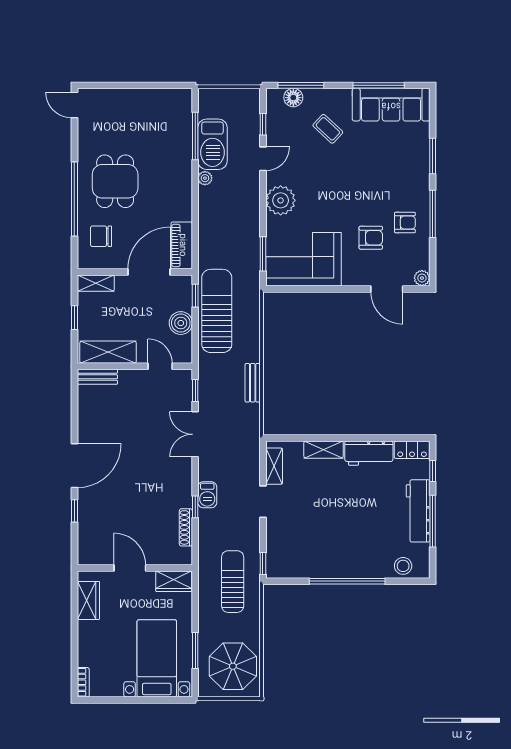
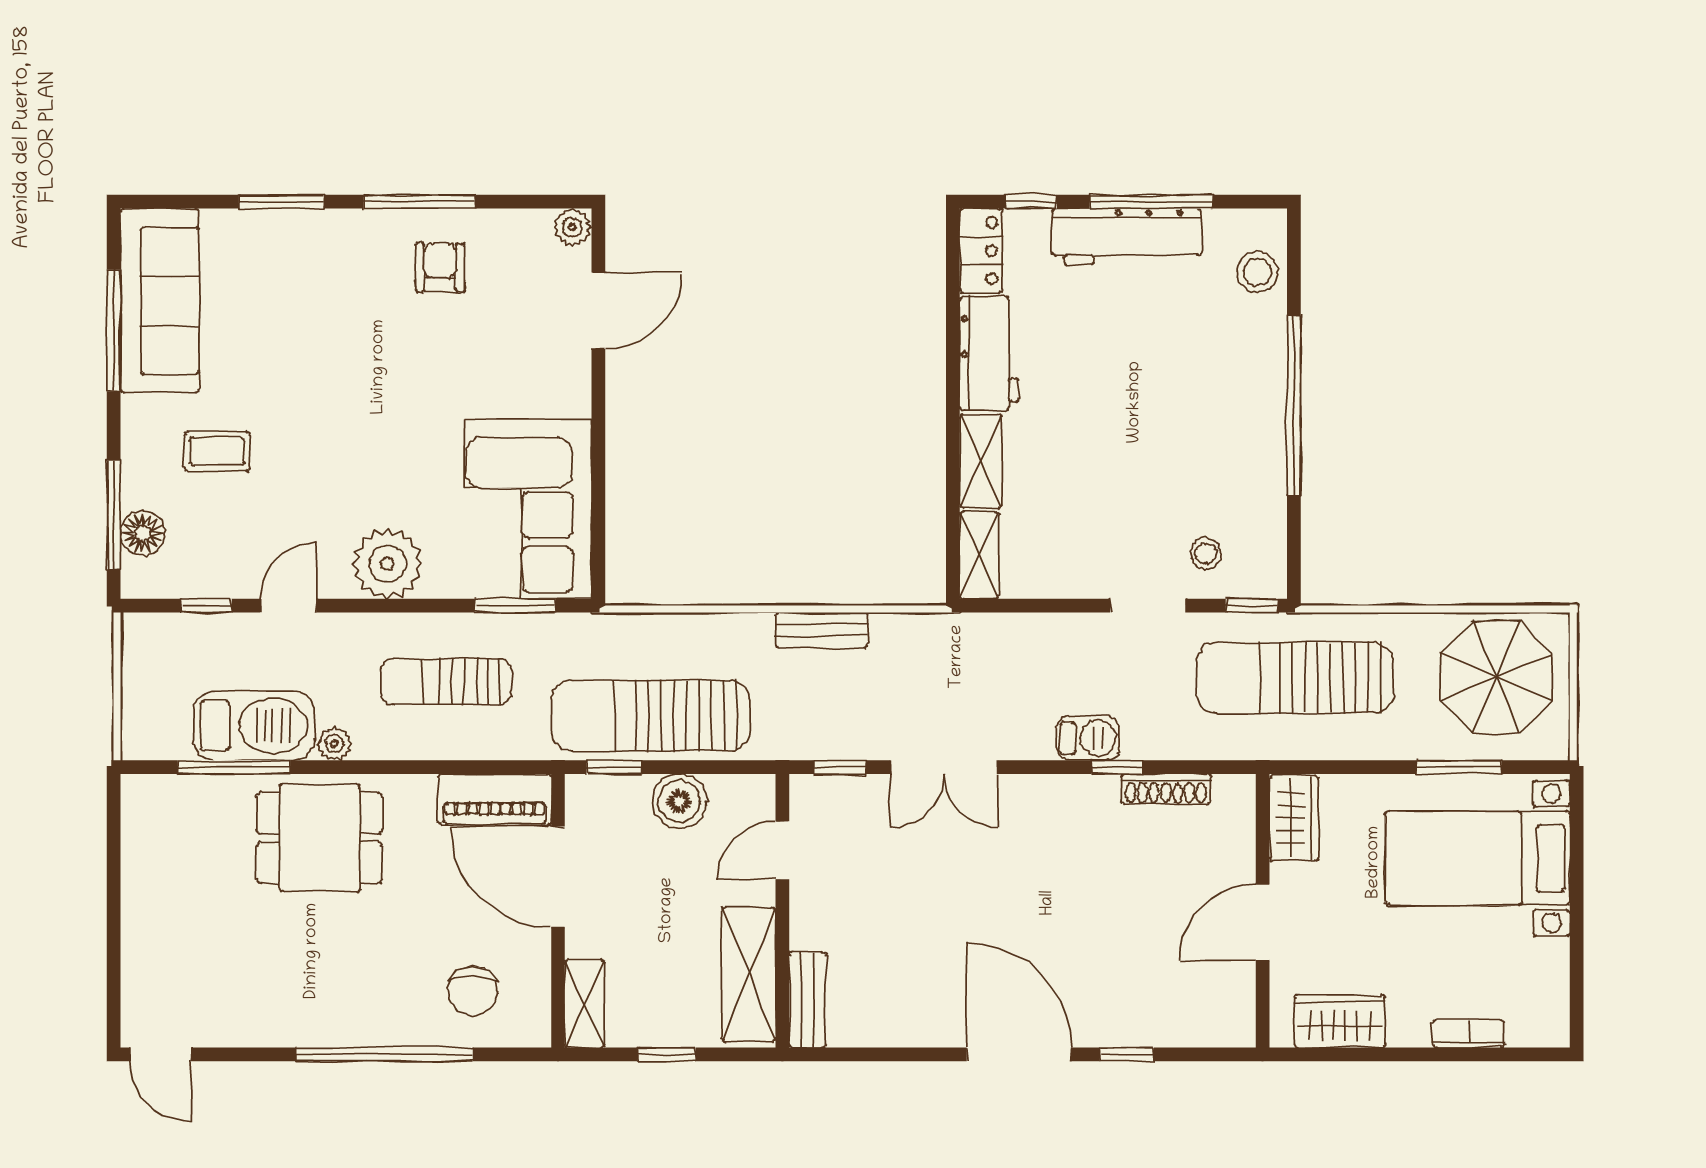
door: (74, 105) -> (161, 1054), hinge flipped
coffee table: (328, 129) -> (217, 451), turned 47
door: (263, 159) -> (288, 606), hinge flipped
dining table: (115, 181) -> (319, 838), moved
sun lounger: (231, 225) -> (446, 682), added
armchair: (371, 238) -> (476, 349), removed
shelving: (274, 466) -> (979, 555), moved, turned 90
doorway: (263, 502) -> (1148, 606), moved
stool: (285, 544) -> (1206, 554), added
sun lounger: (233, 582) -> (1295, 678), width x1.36, depth x1.34
bookcase: (83, 682) -> (1469, 1033), moved

